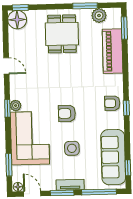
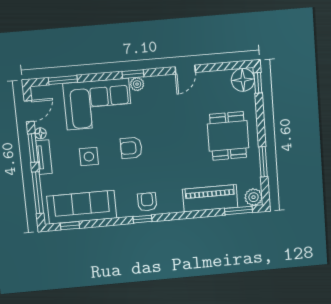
plant: (99, 16) -> (254, 197), moved
dining table: (62, 34) -> (228, 136), turned 90
armchair: (67, 113) -> (131, 148), turned -90
floor lamp: (18, 187) -> (40, 133), moved

